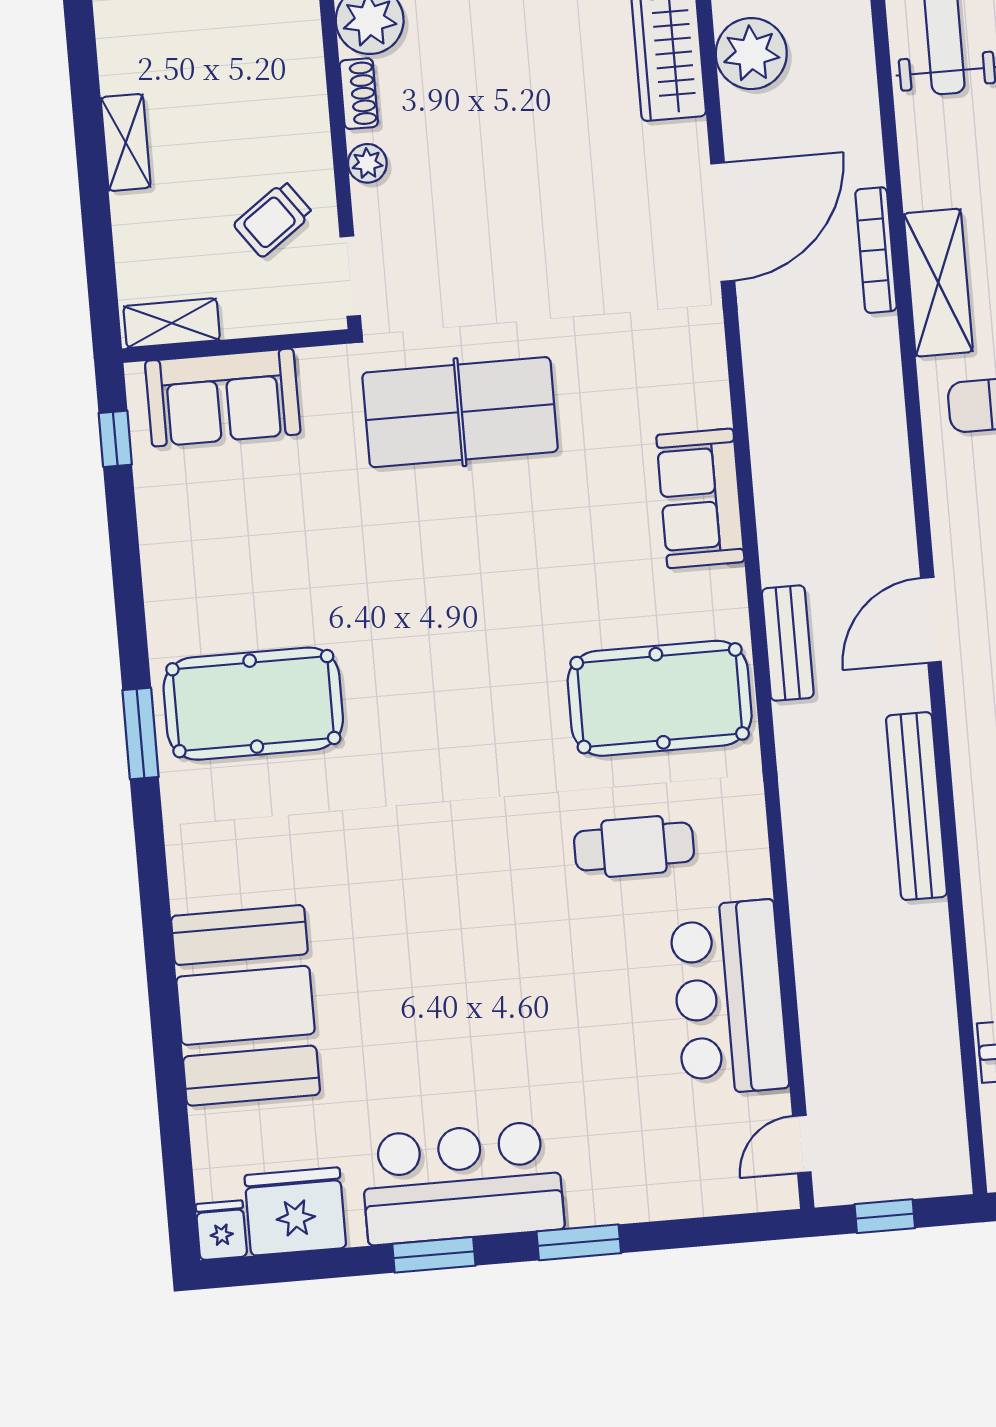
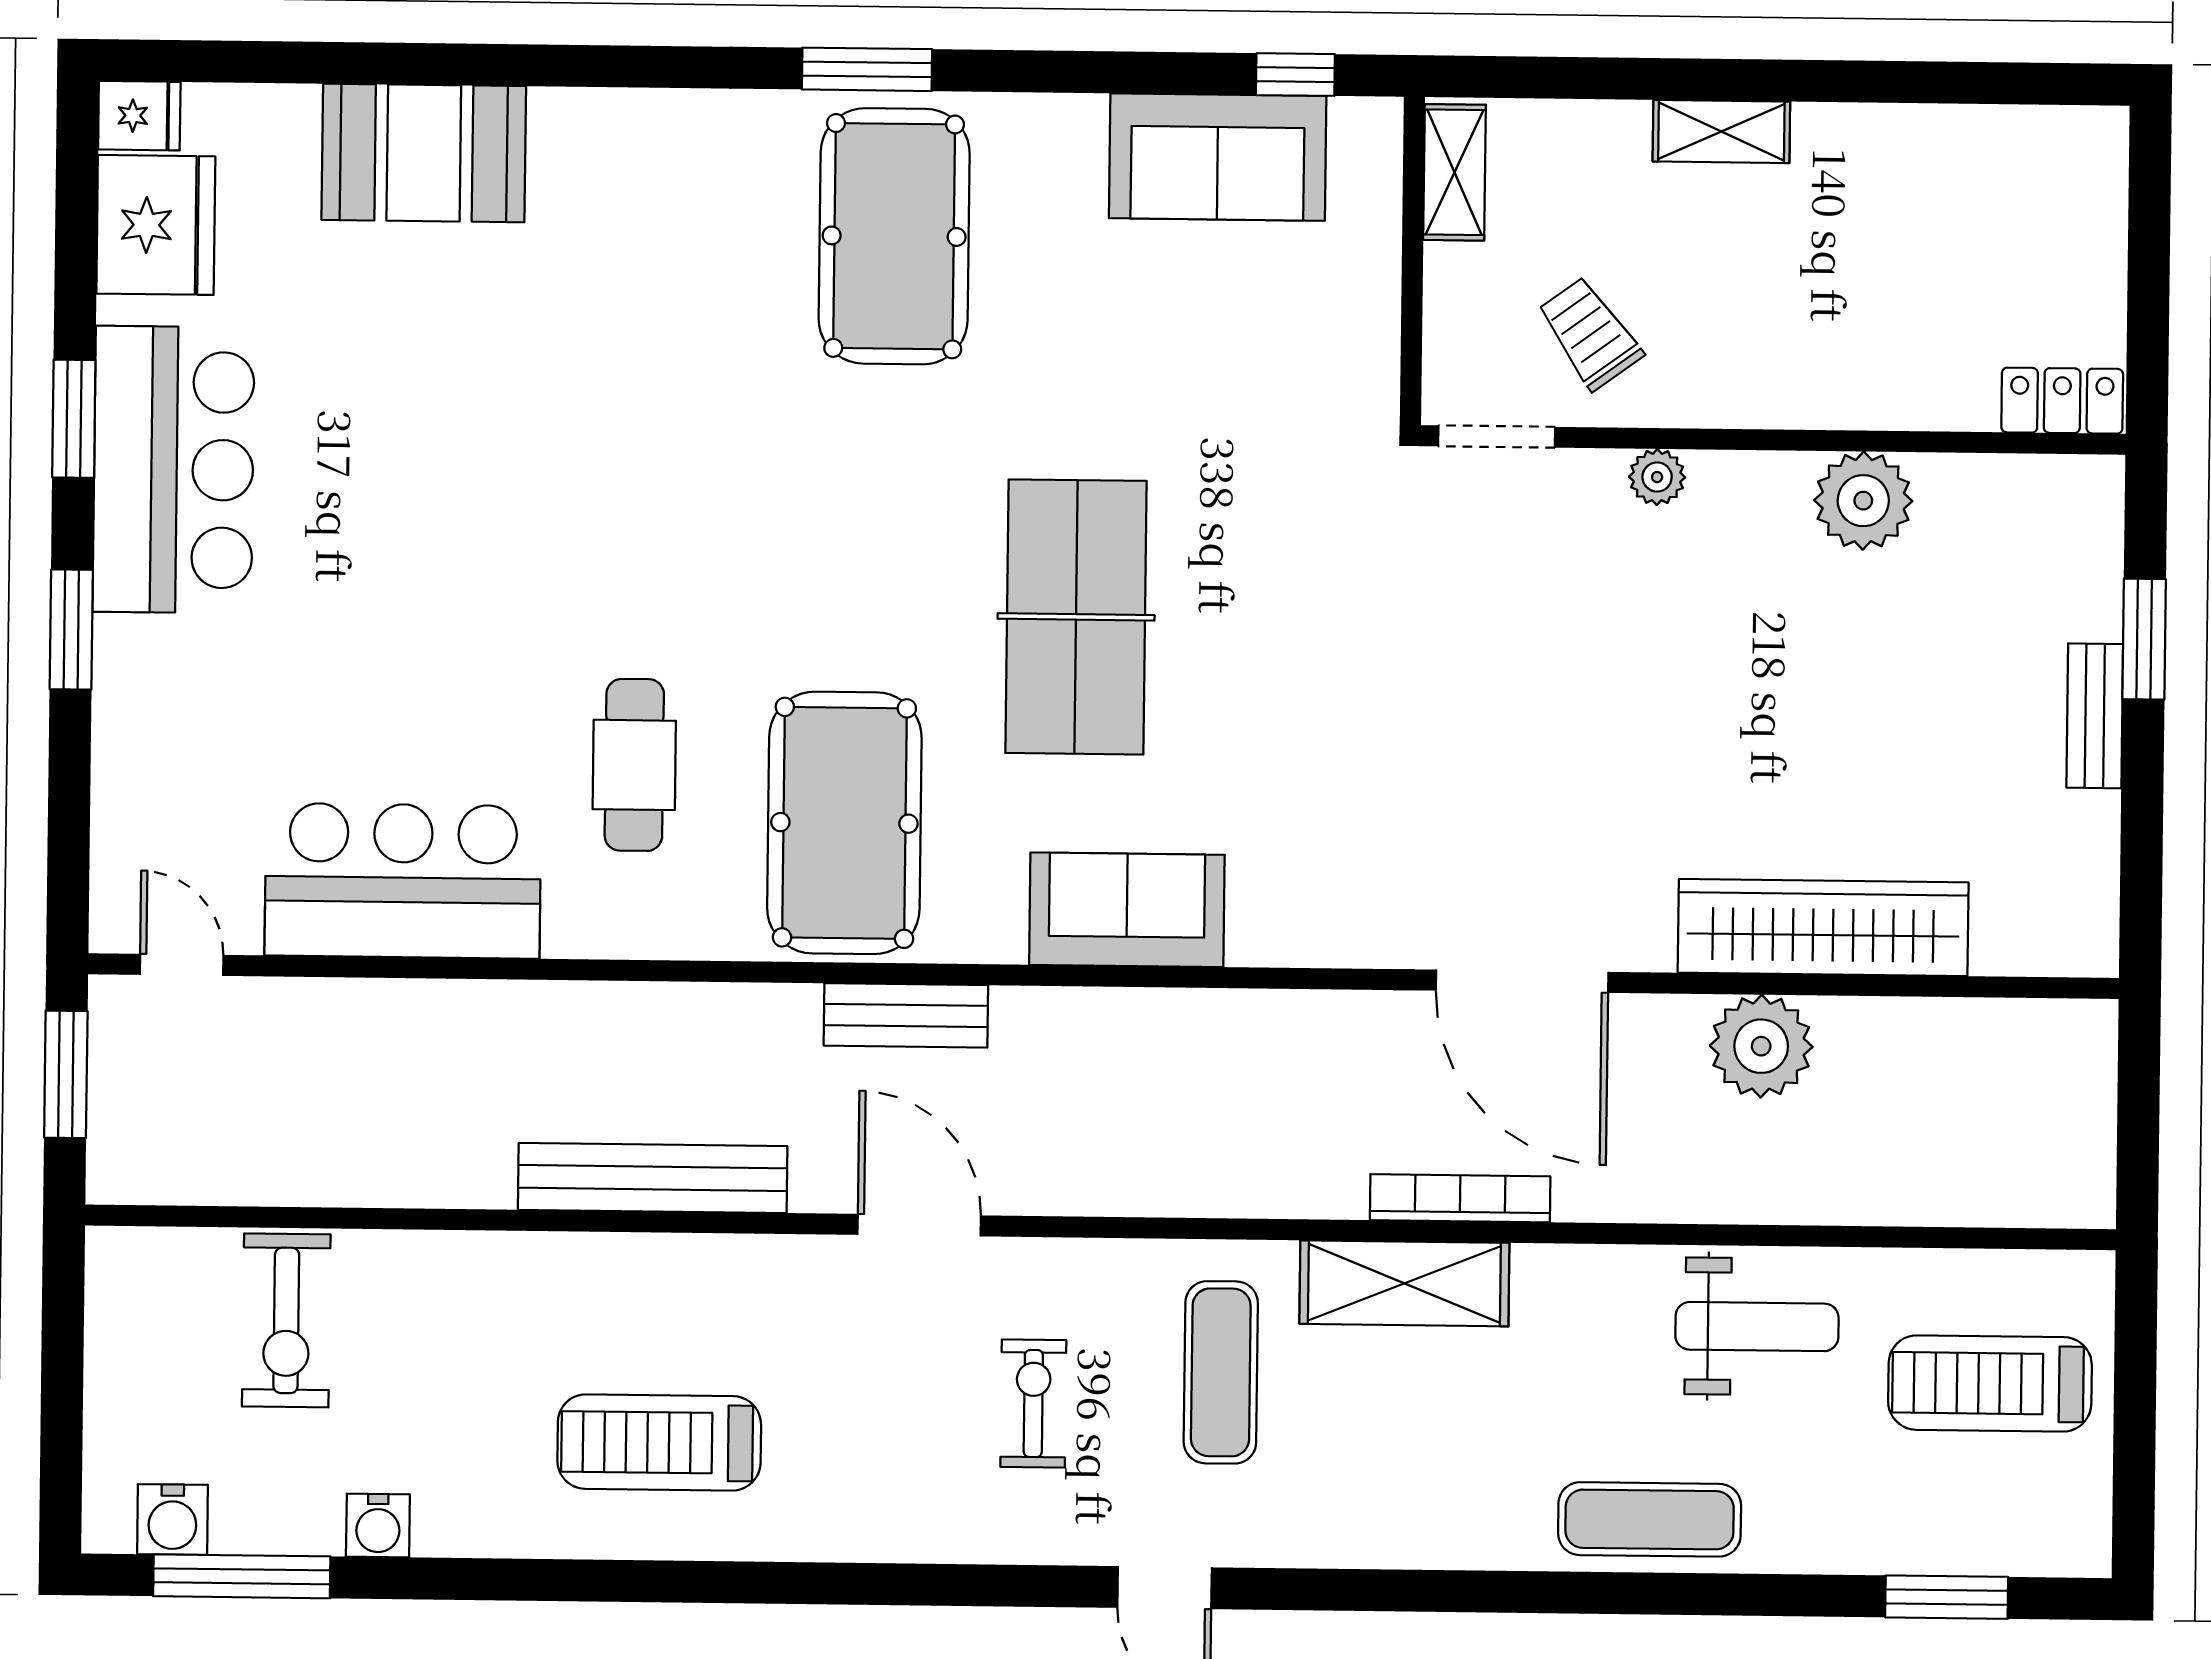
shoe rack: (359, 94) -> (1759, 474), removed
sofa: (223, 398) -> (1218, 157), moved, turned -90
table tennis table: (460, 412) -> (1076, 617), moved
booth: (245, 1005) -> (424, 153), width x0.73, depth x0.70
window: (885, 1216) -> (66, 1074), width x1.50

